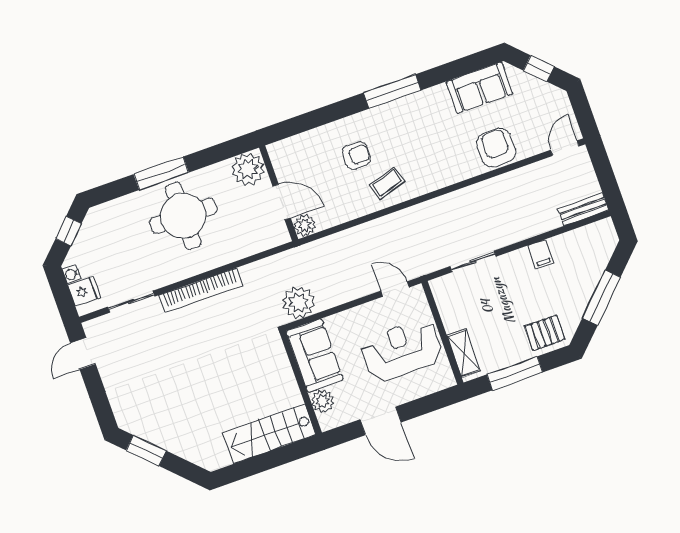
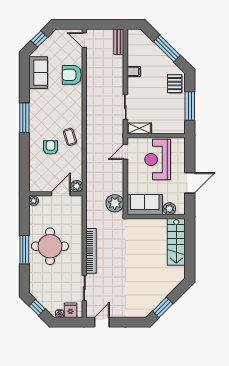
plant: (248, 169) -> (34, 201), width x0.53, depth x0.53
door: (83, 353) -> (102, 322), swing flipped
shelving: (464, 353) -> (139, 128), moved

